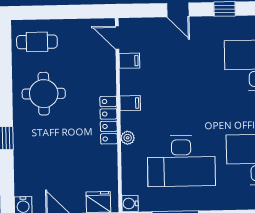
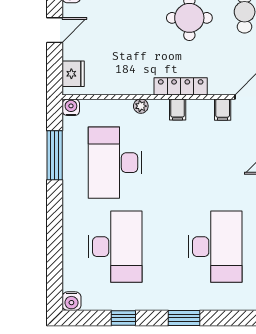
locker: (109, 120) -> (181, 86), moved

